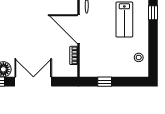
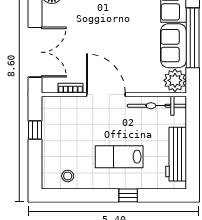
door: (78, 29) -> (106, 95), hinge flipped
double door: (33, 82) -> (35, 52), moved

